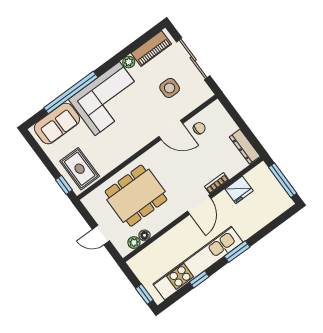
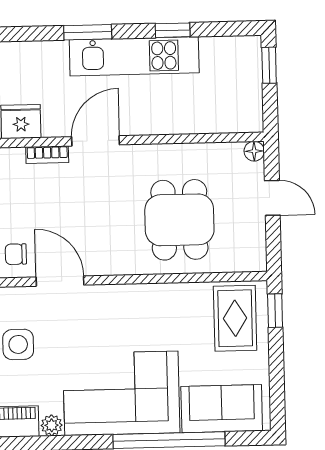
dining table: (136, 196) -> (179, 220), width x0.73
floor lamp: (144, 235) -> (254, 151), moved
plant: (134, 243) -> (231, 153), removed
kitchen unit: (198, 263) -> (134, 56), width x0.73

